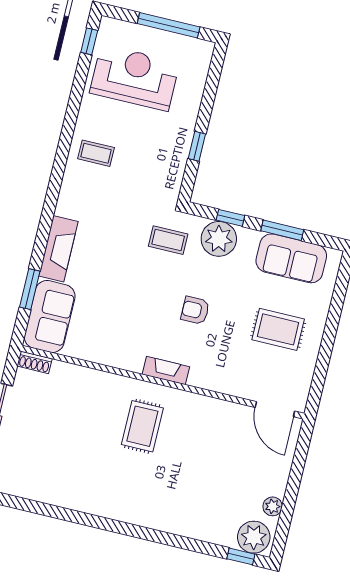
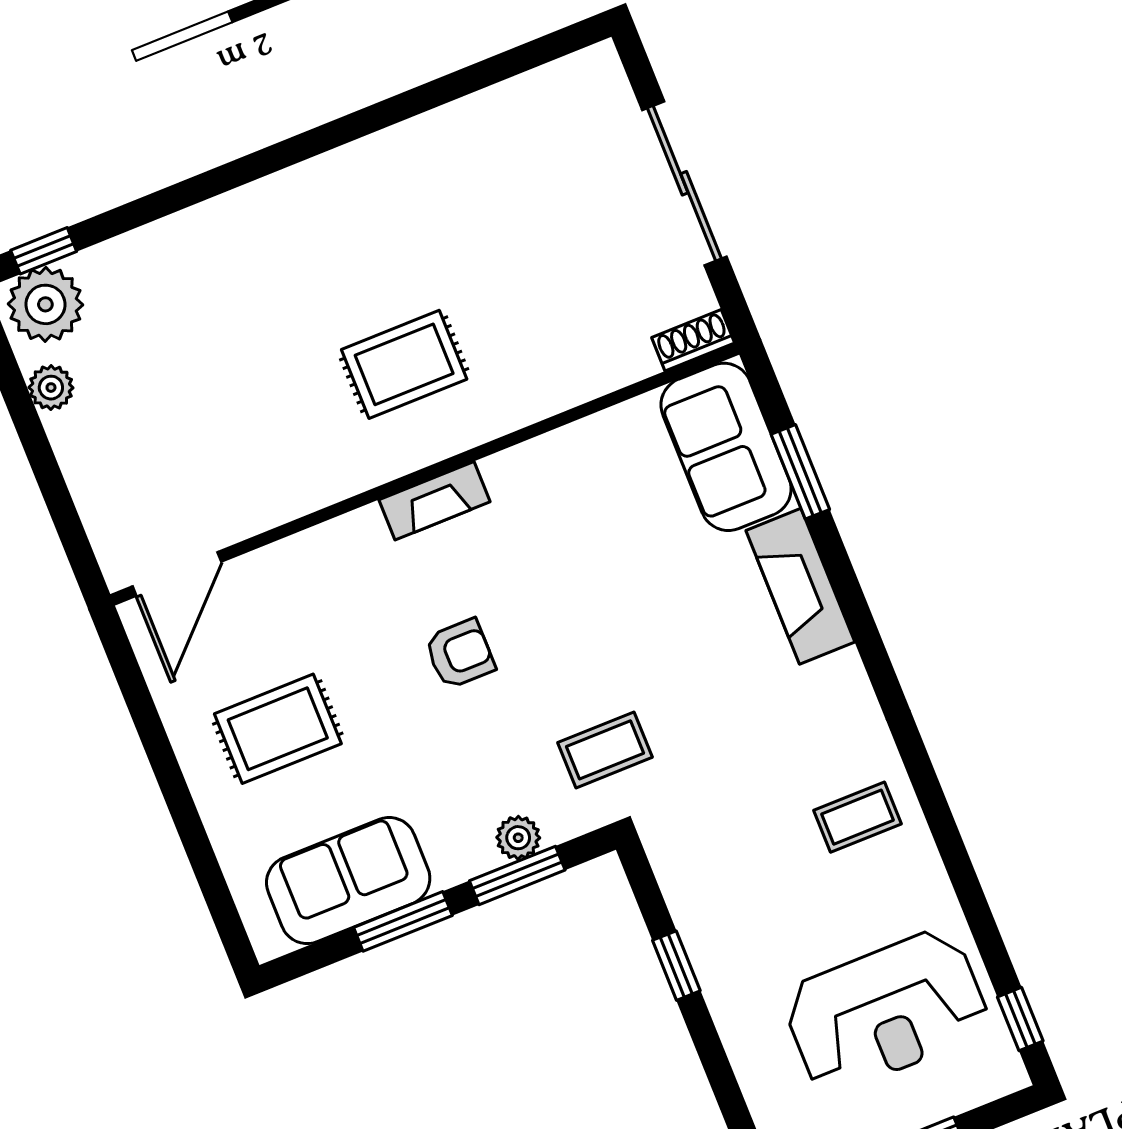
window: (230, 218) -> (517, 875), width x1.50
plant: (219, 239) -> (518, 838), width x0.53, depth x0.53
door: (275, 409) -> (177, 574), swing flipped
rug: (142, 426) -> (404, 364), turned 90

